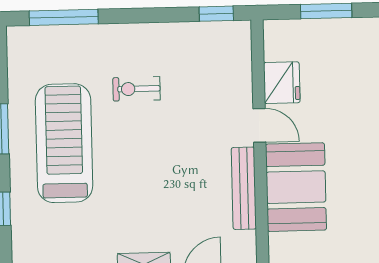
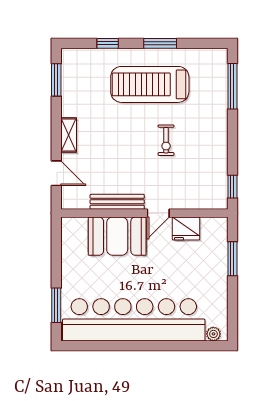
exercise bike: (137, 89) -> (166, 140), moved, turned 180
treadmill: (64, 143) -> (150, 84), turned 180

